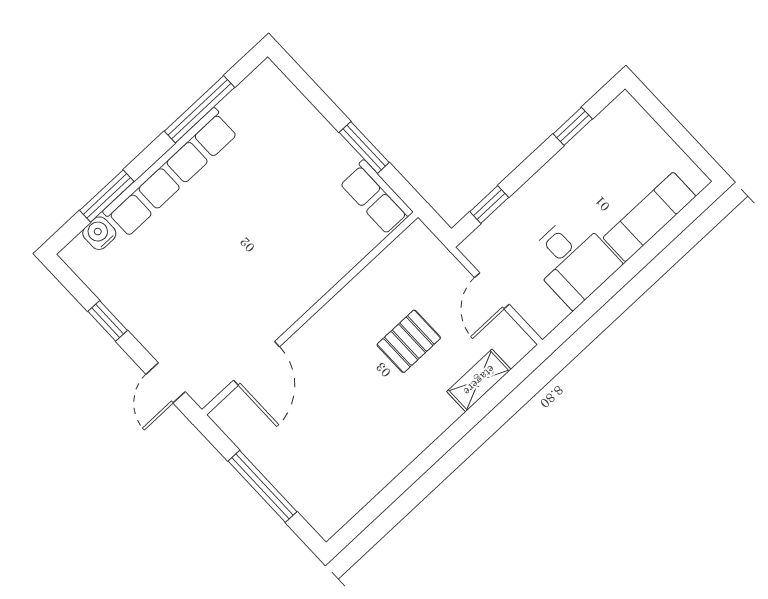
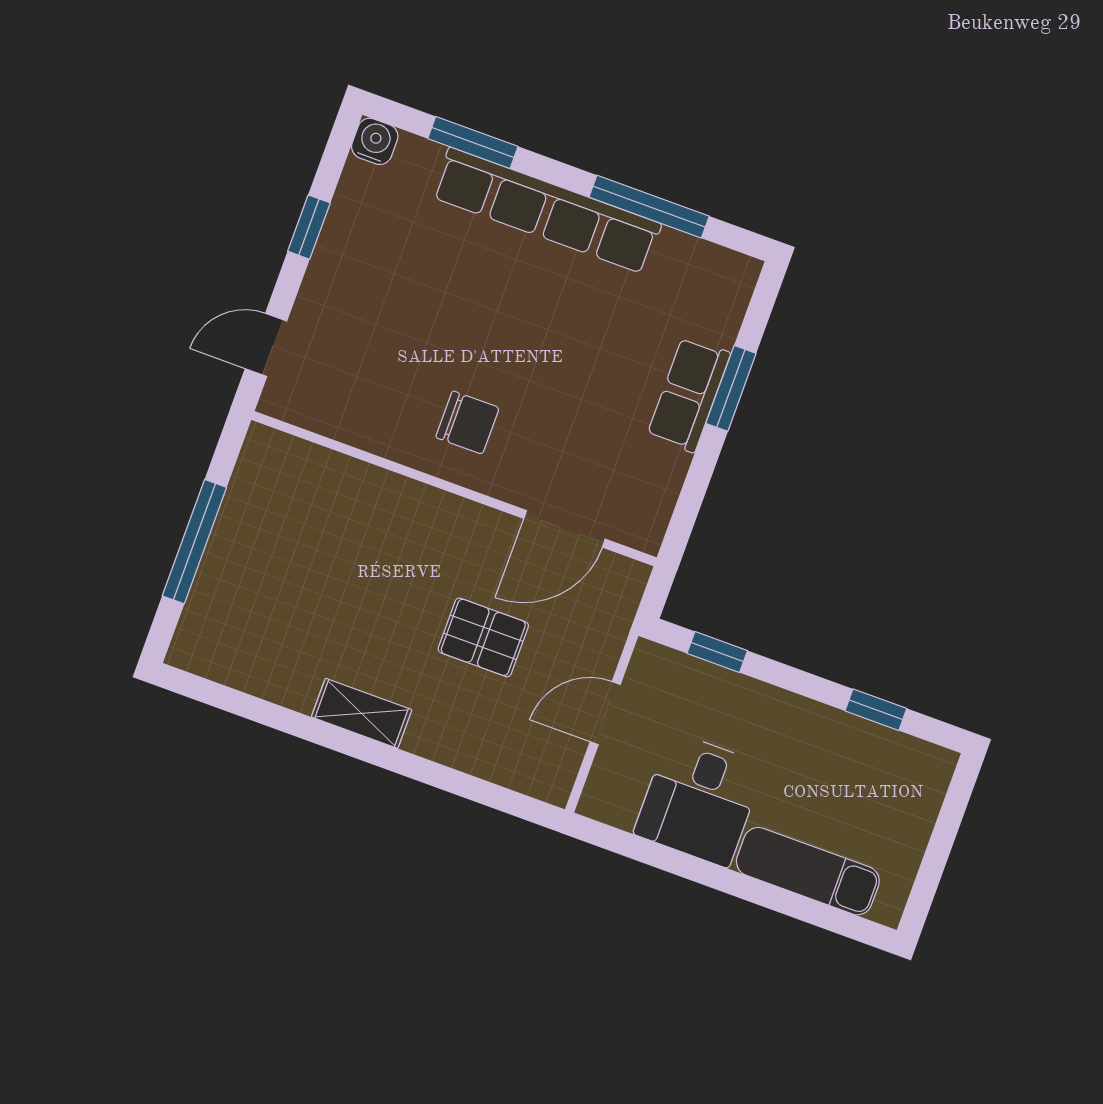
window: (364, 147) -> (731, 388), moved
row of seats: (376, 197) -> (689, 394), moved
water cooler: (99, 233) -> (375, 141), moved
chair: (274, 285) -> (468, 423), added
door: (257, 363) -> (564, 529), moved
shelving: (479, 380) -> (362, 713), moved

